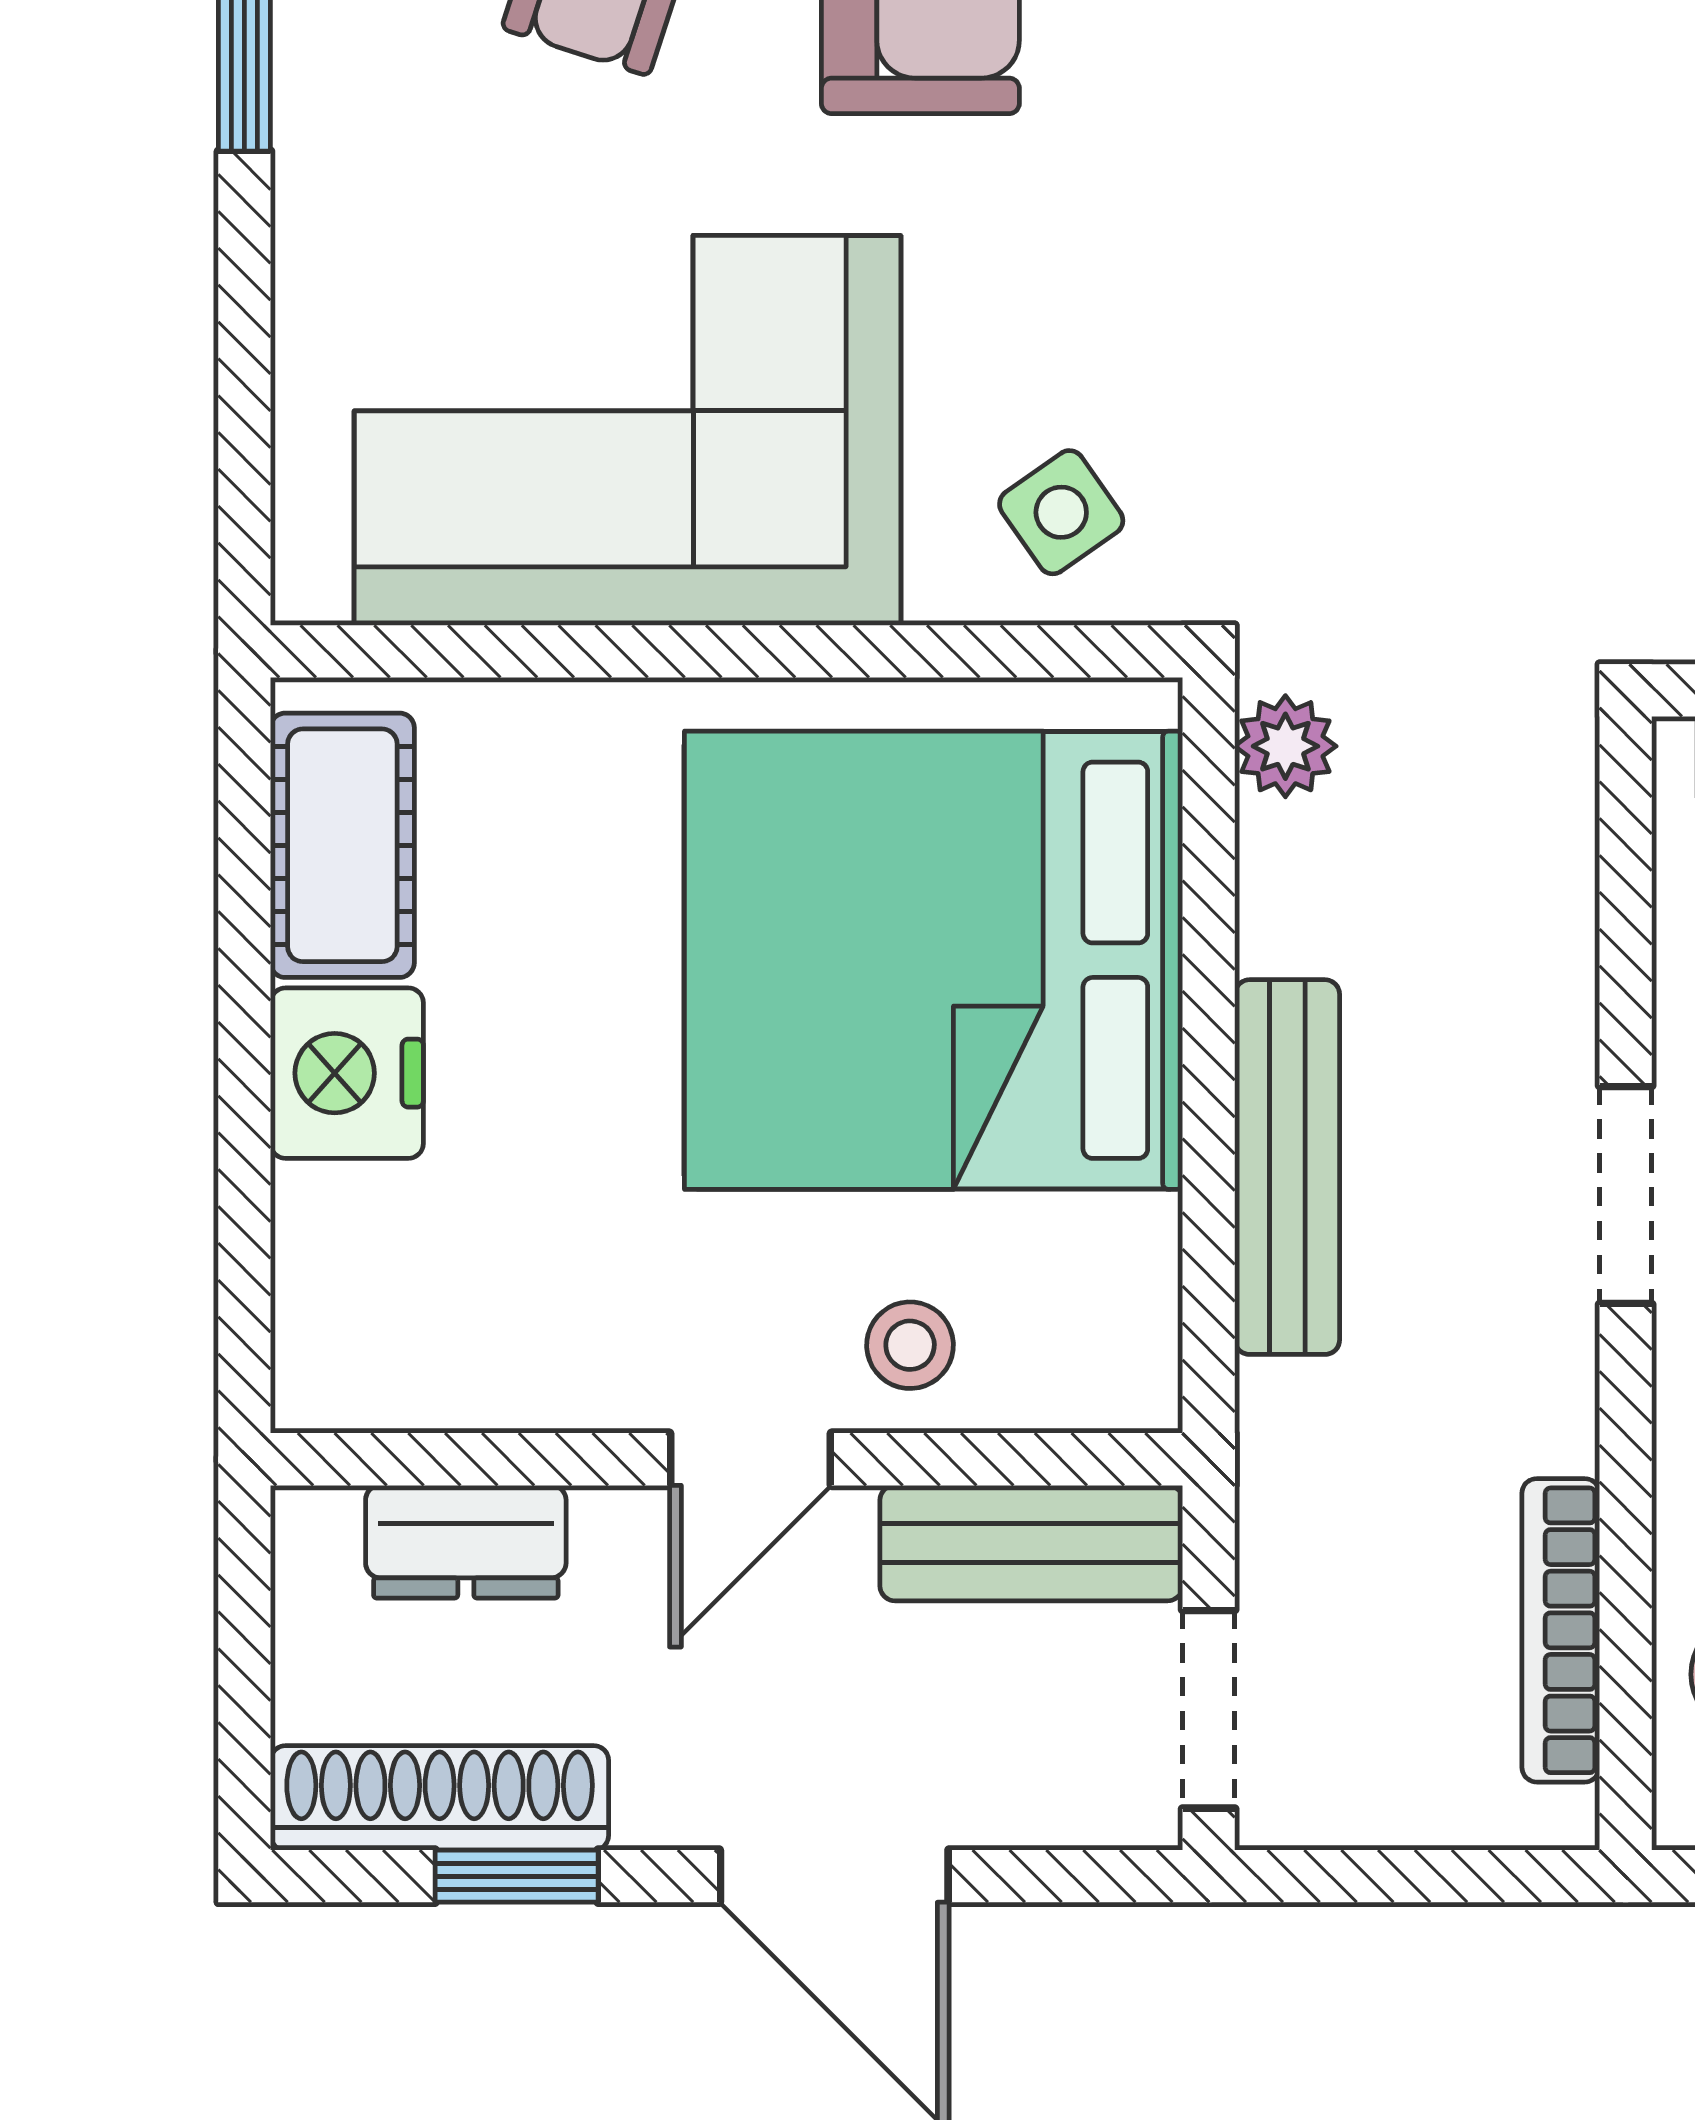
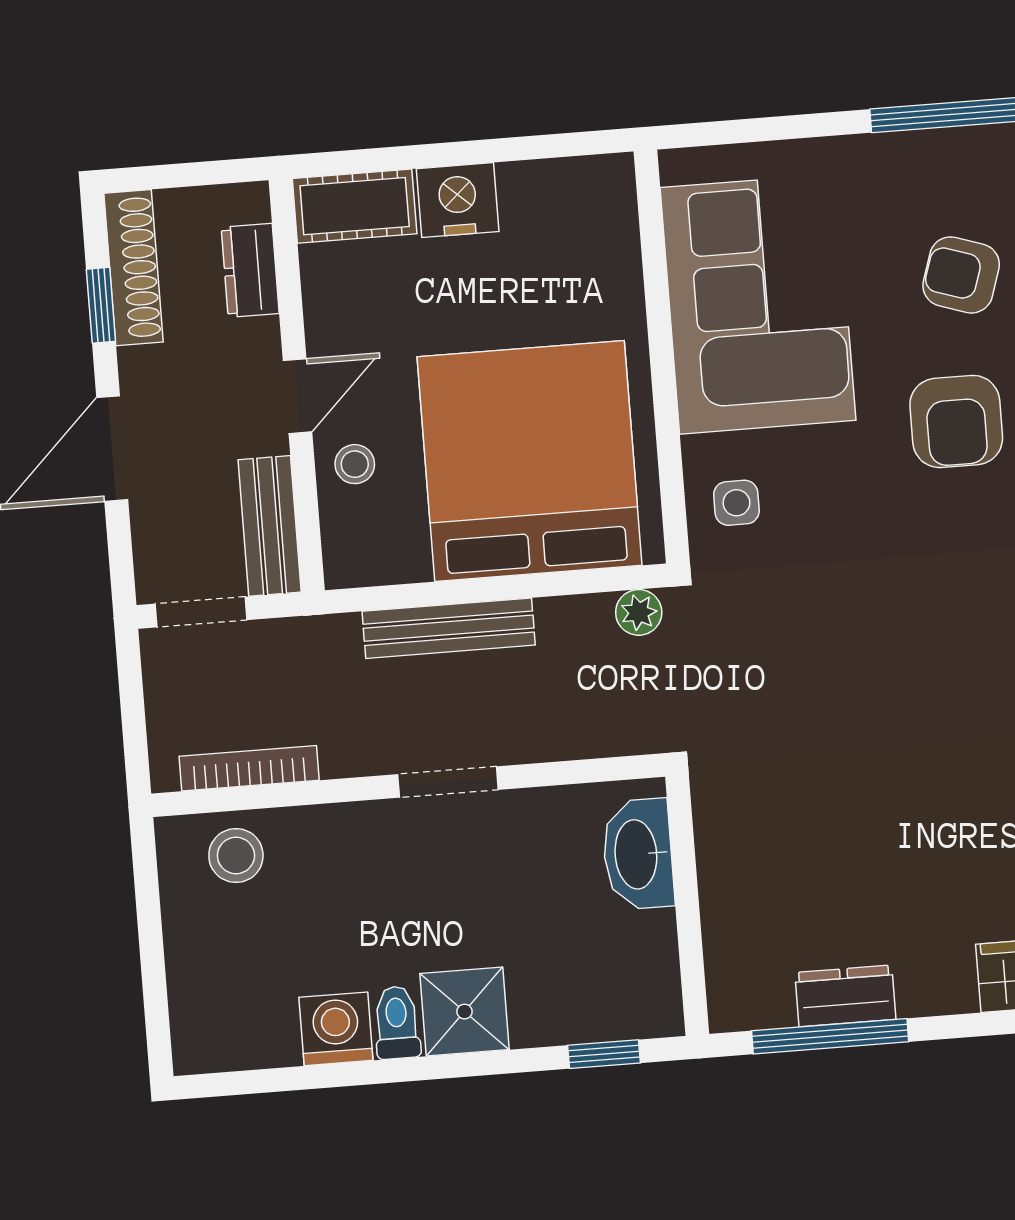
side table: (1061, 512) -> (736, 503), turned 35
cot: (342, 845) -> (355, 206), moved
door: (750, 1459) -> (298, 396), swing flipped

